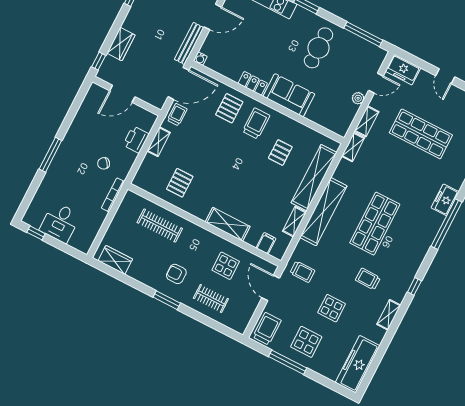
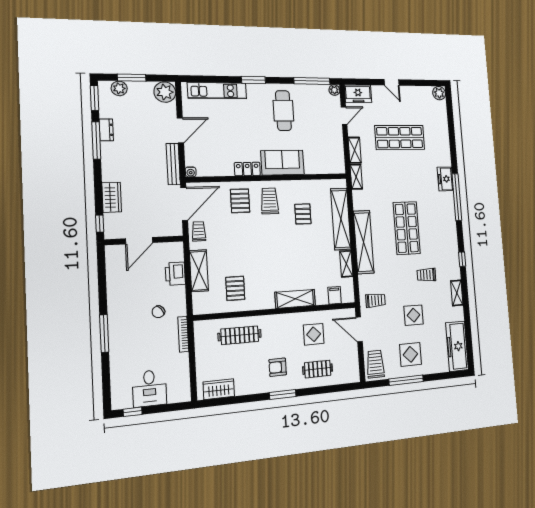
plant: (358, 98) -> (334, 90), moved
shelving: (159, 142) -> (199, 271), width x1.50, depth x1.33

